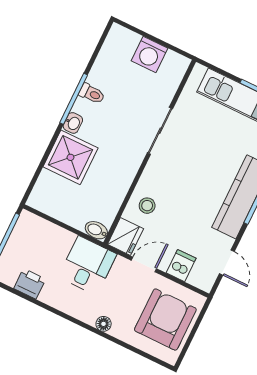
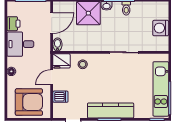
door: (58, 223) -> (52, 23), added
door: (144, 264) -> (52, 77), swing flipped
desk: (88, 266) -> (20, 44), moved, turned 180

